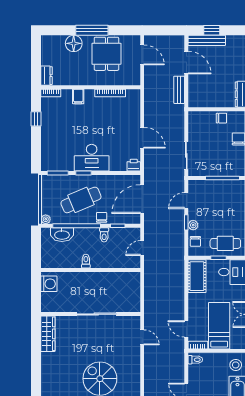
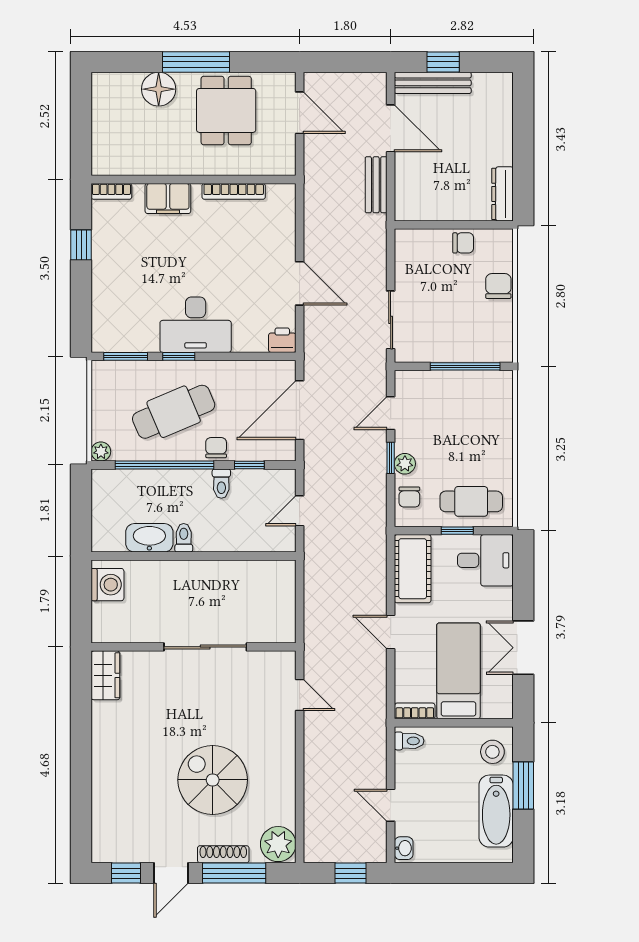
dresser: (47, 76) -> (103, 155), removed
filing cabinet: (78, 96) -> (168, 198), width x2.00
washbasin: (62, 235) -> (149, 538), moved, turned 180
door: (186, 329) -> (391, 632), moved
wardrobe: (48, 334) -> (105, 675), width x0.67

